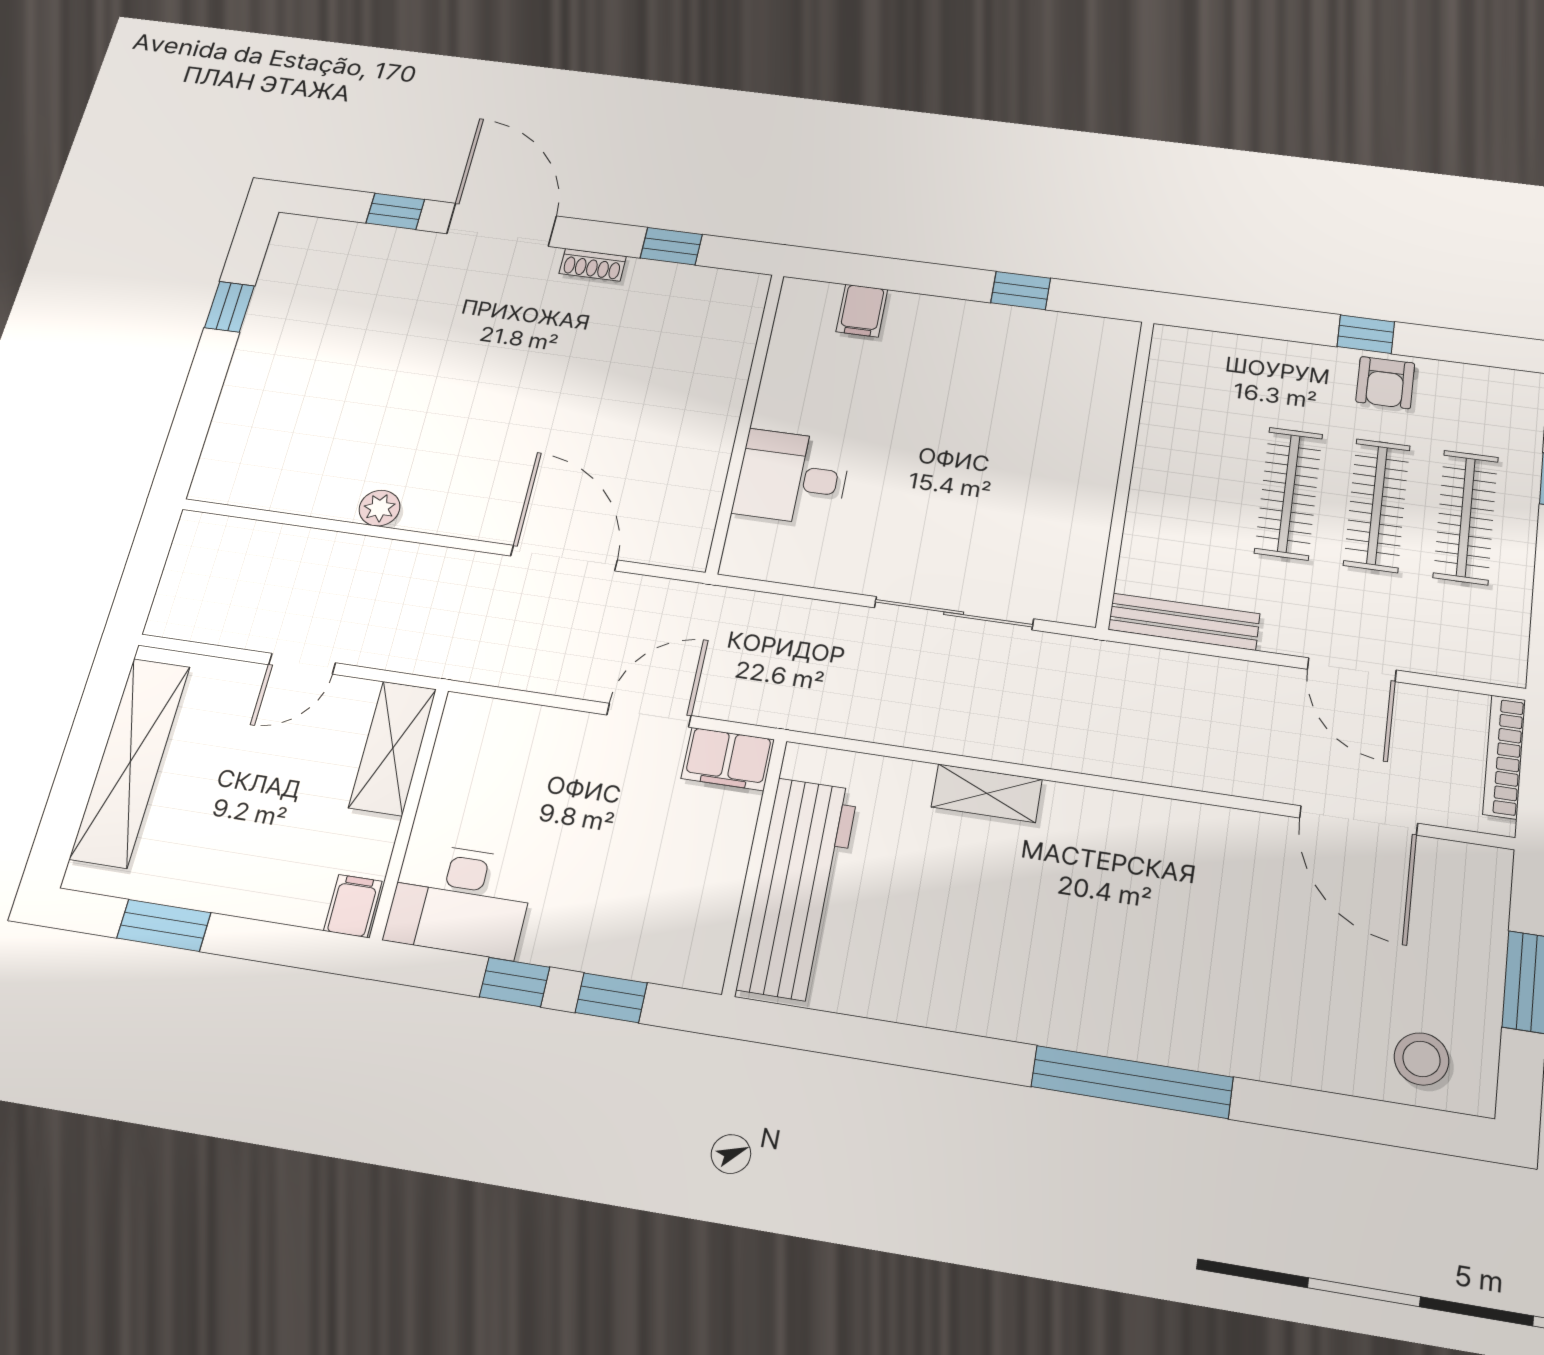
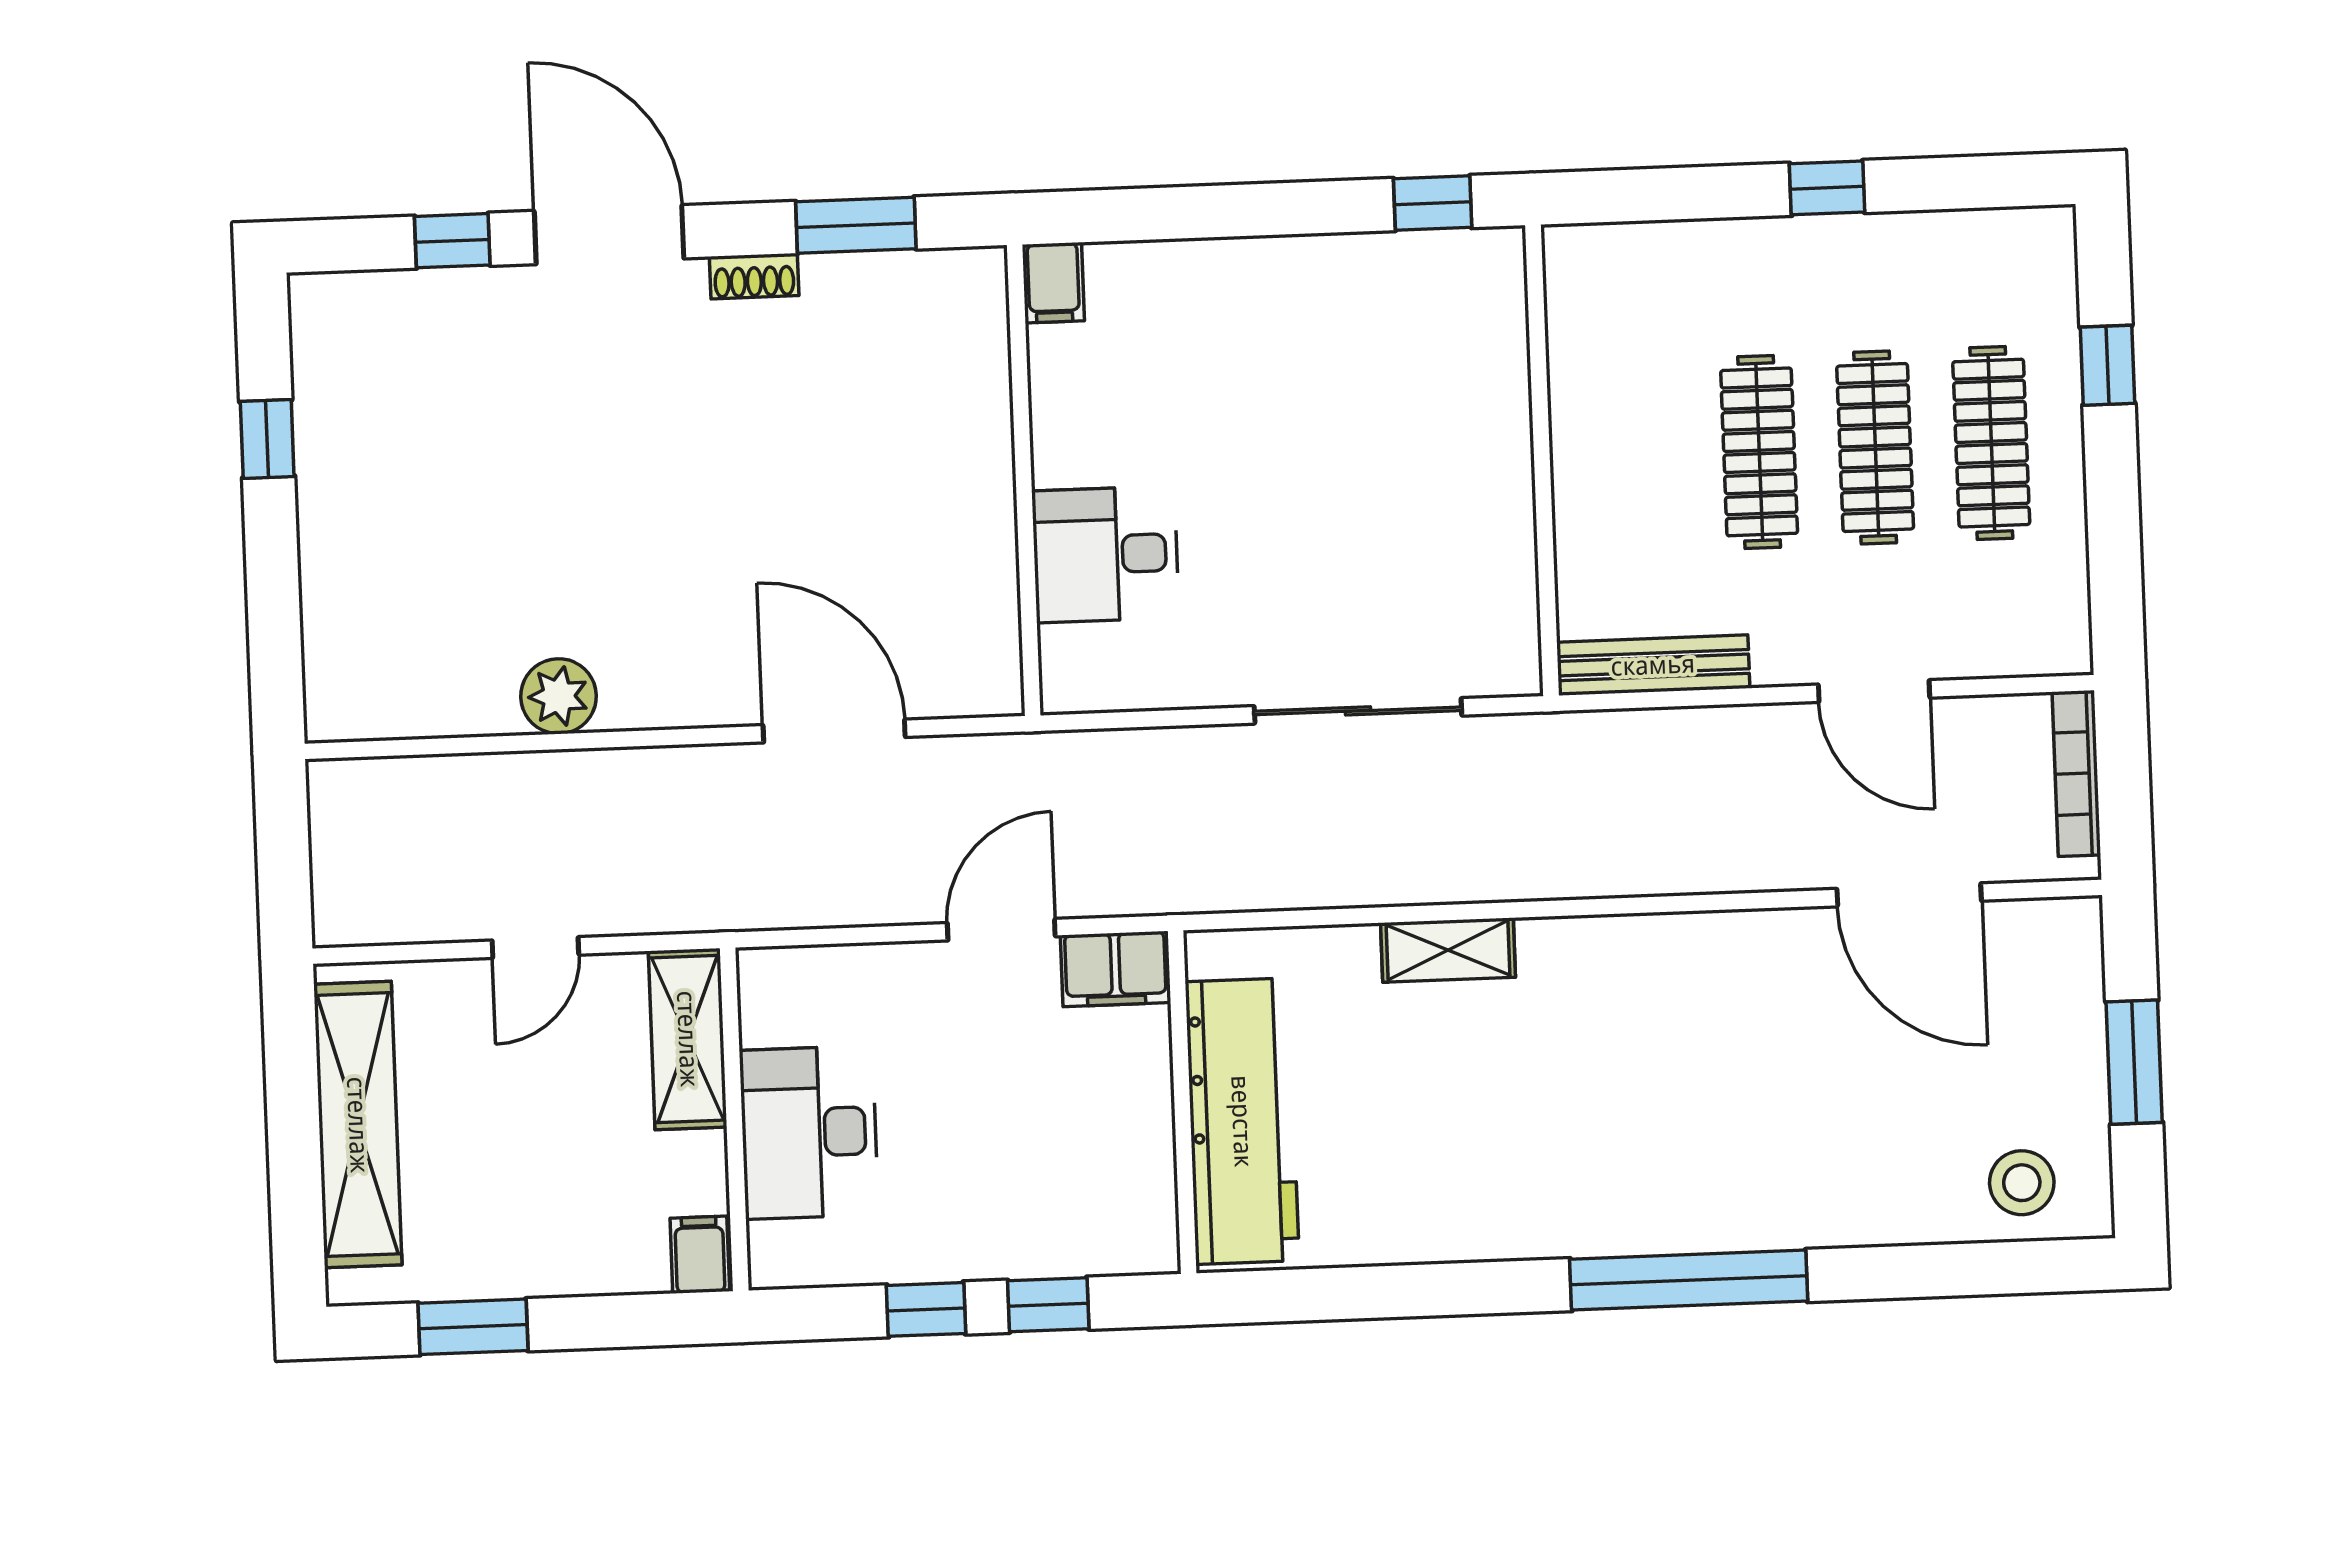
window: (671, 246) -> (856, 225), width x1.50
window: (1021, 290) -> (1433, 203), moved
filing cabinet: (862, 311) -> (1053, 283), moved
armchair: (1385, 383) -> (1862, 259), removed
plant: (380, 508) -> (559, 696), width x1.38, depth x1.38
desk: (460, 900) -> (809, 1132), moved, turned 90

